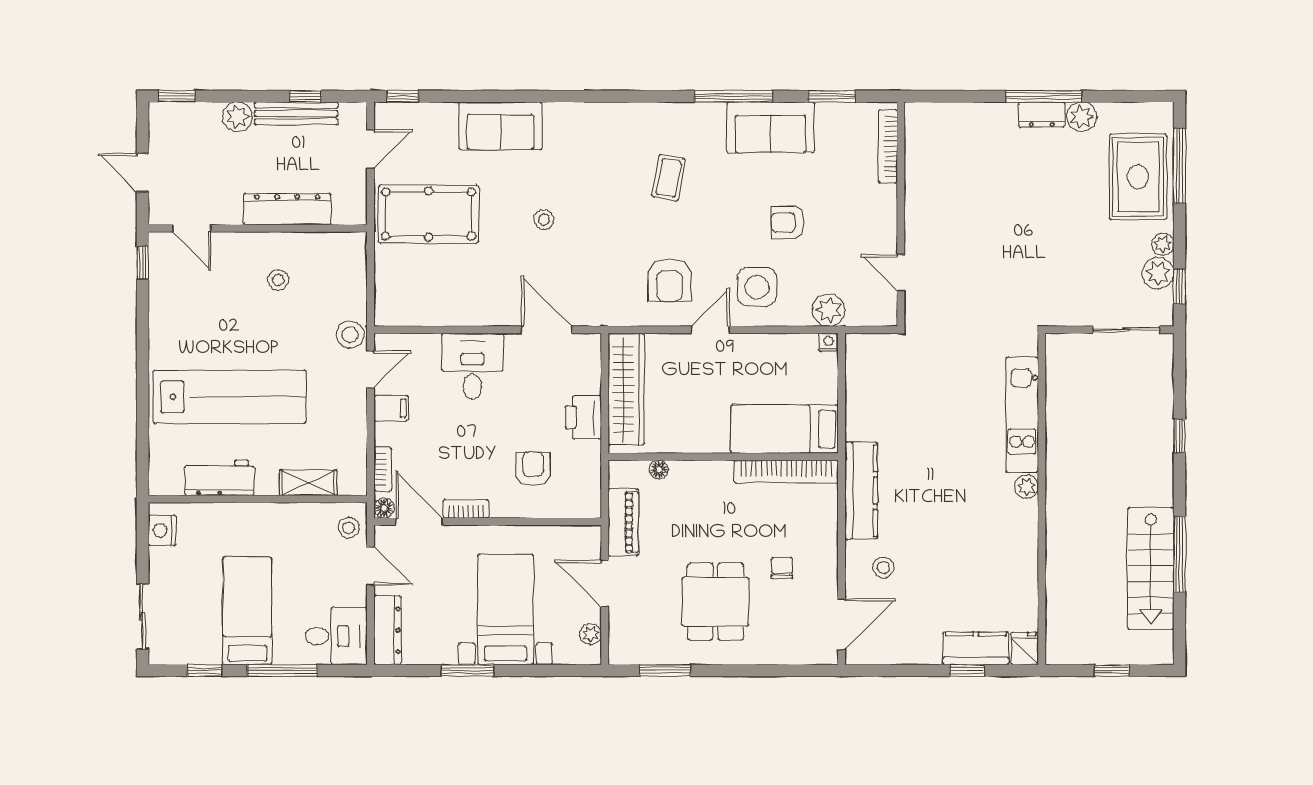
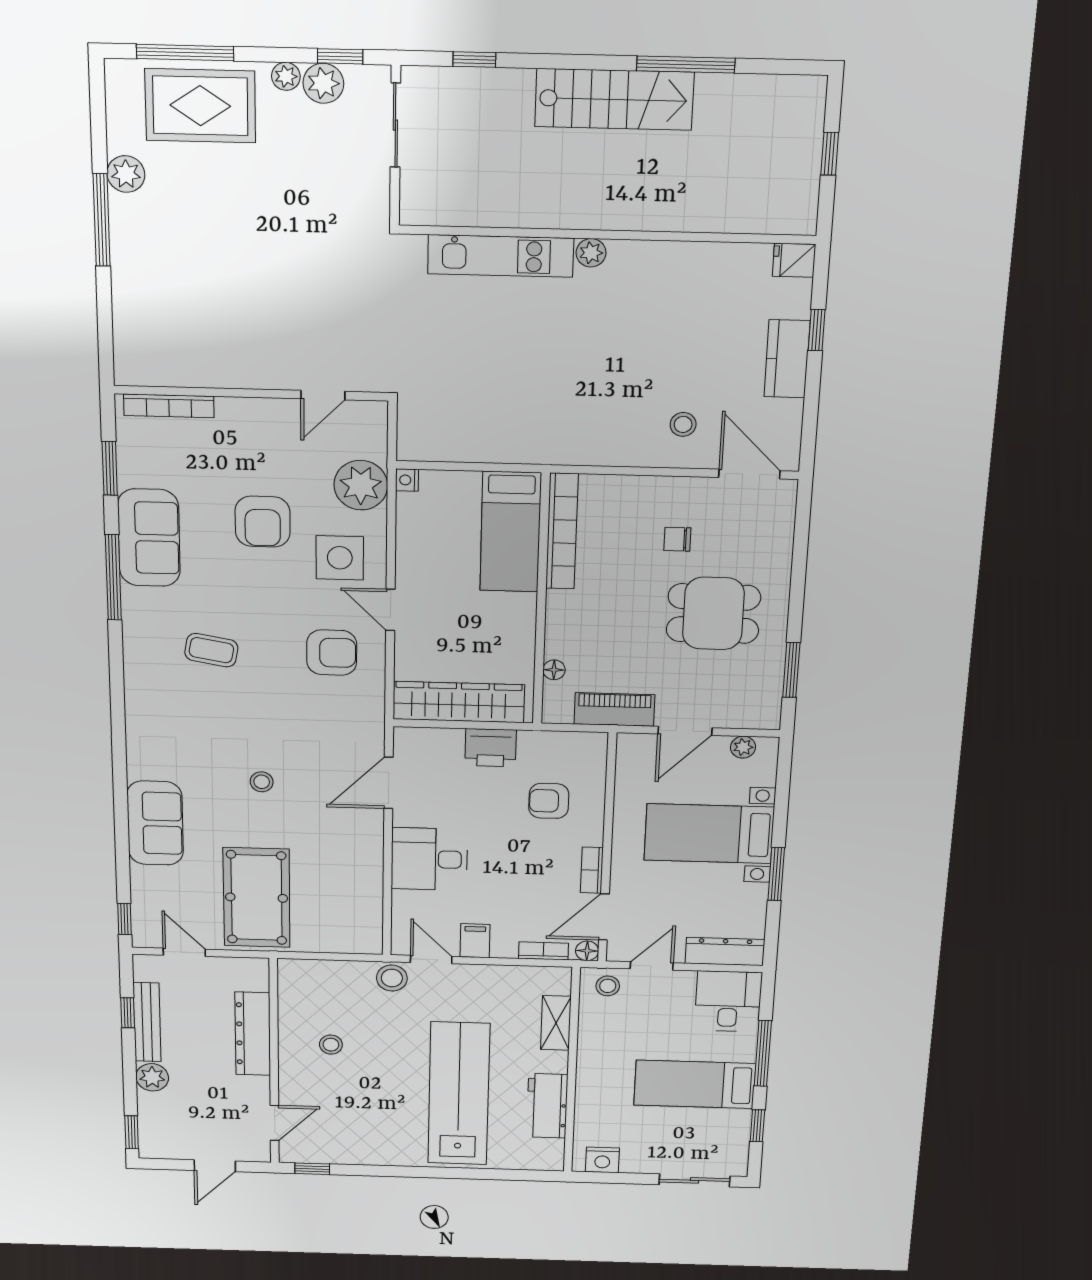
dresser: (1042, 115) -> (125, 223), removed
armchair: (788, 223) -> (263, 522), width x1.38, depth x1.38
plant: (829, 310) -> (361, 485), width x1.36, depth x1.36
window: (1180, 436) -> (474, 59), moved
kitchen counter: (861, 491) -> (588, 448), removed
stairs: (1151, 568) -> (614, 99), moved
kitchen counter: (976, 648) -> (787, 359), moved

